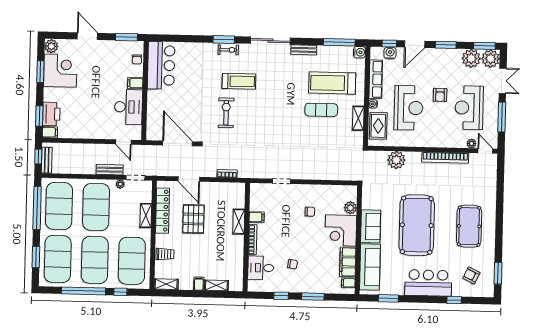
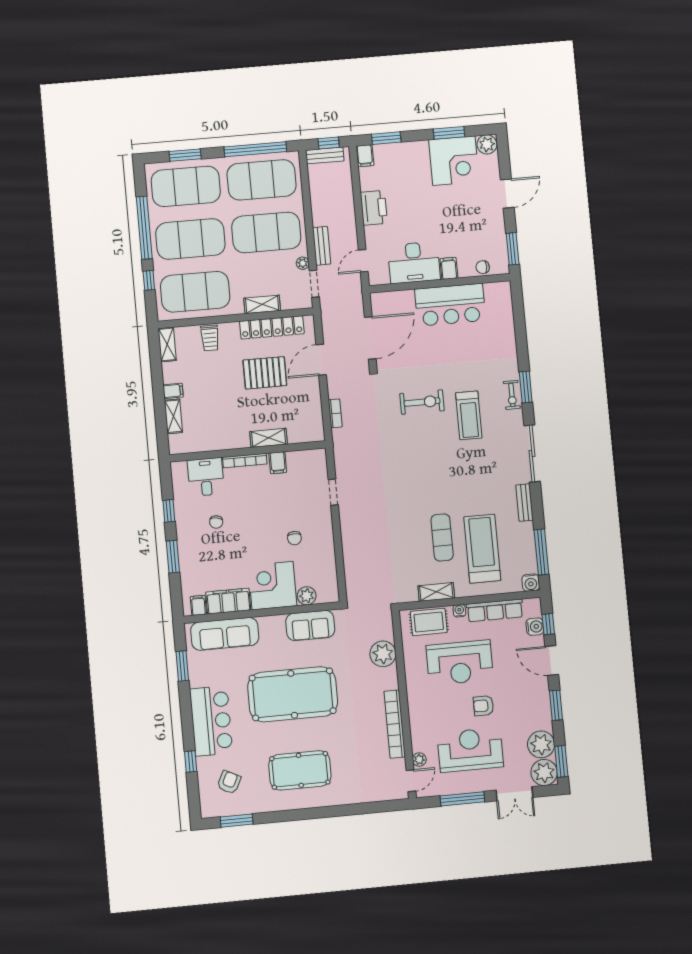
bar counter: (161, 65) -> (450, 305), moved
printer: (51, 114) -> (374, 208), moved, turned -90
sofa: (371, 226) -> (310, 625), moved

